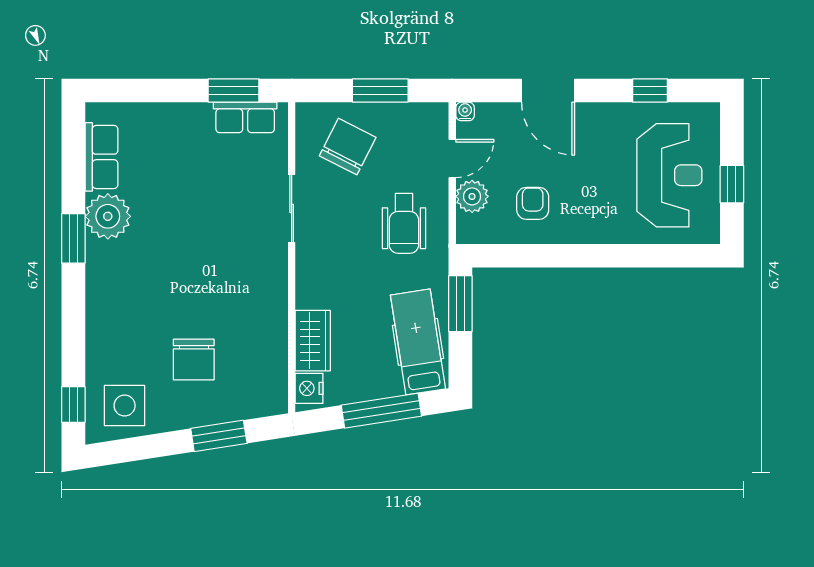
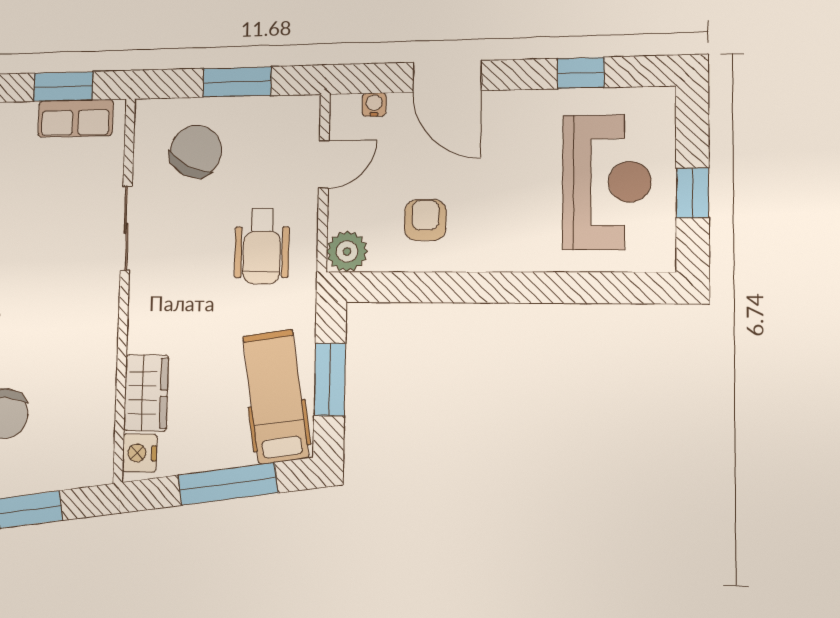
water cooler: (465, 111) -> (374, 105), moved
plant: (472, 196) -> (347, 251), moved
window: (460, 304) -> (330, 379), moved

